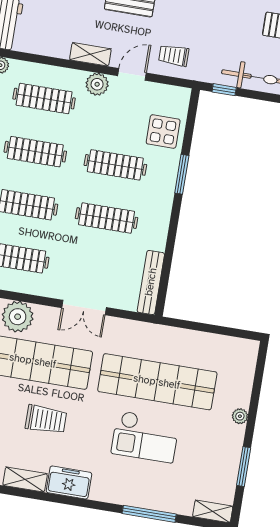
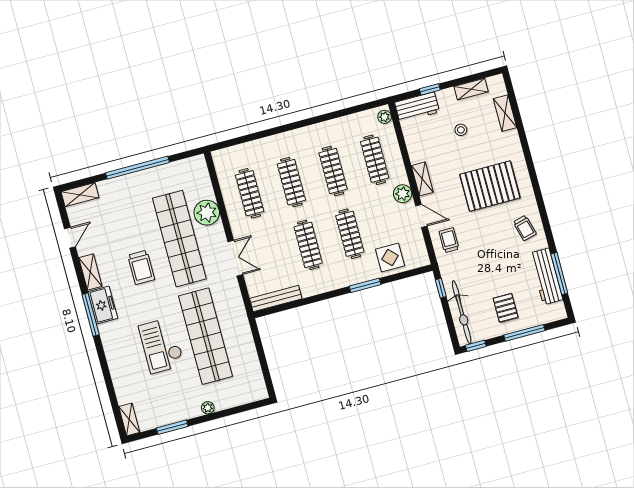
double door: (84, 308) -> (235, 258), swing flipped
window: (149, 514) -> (91, 315), moved

